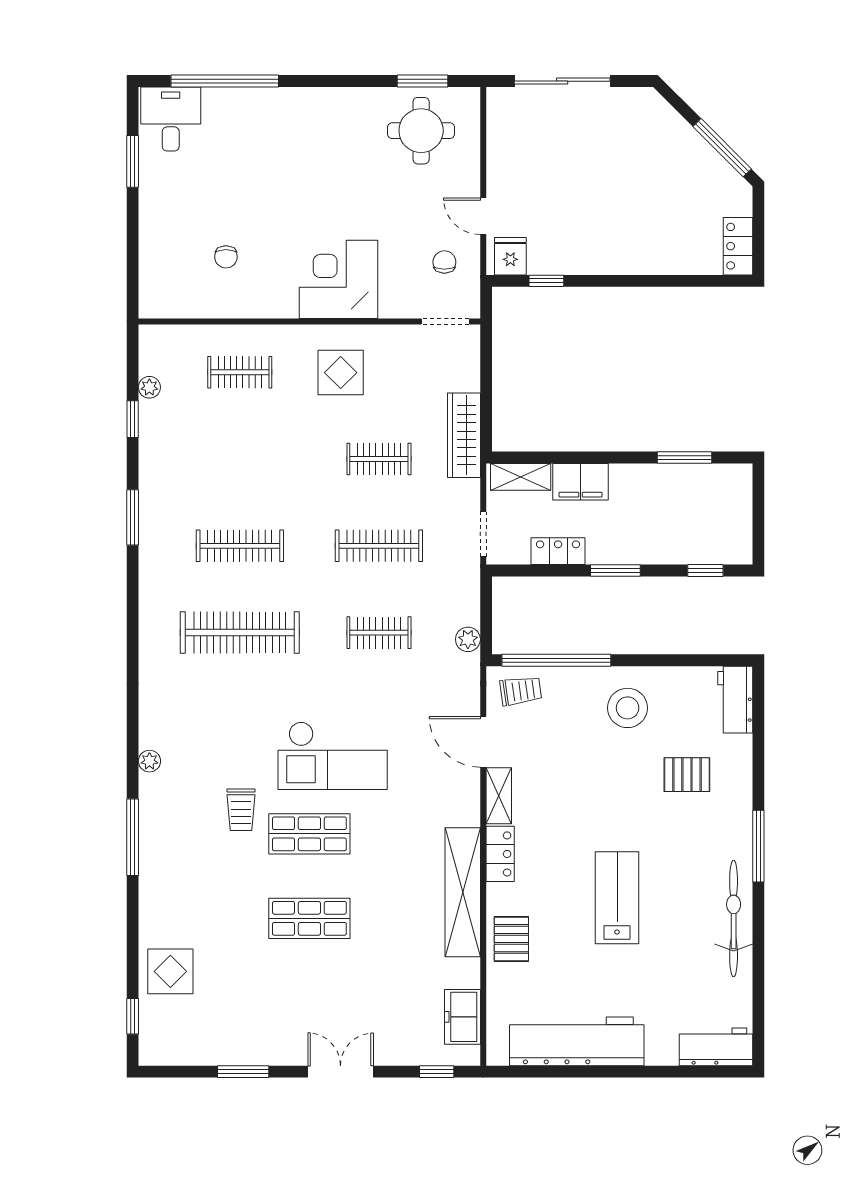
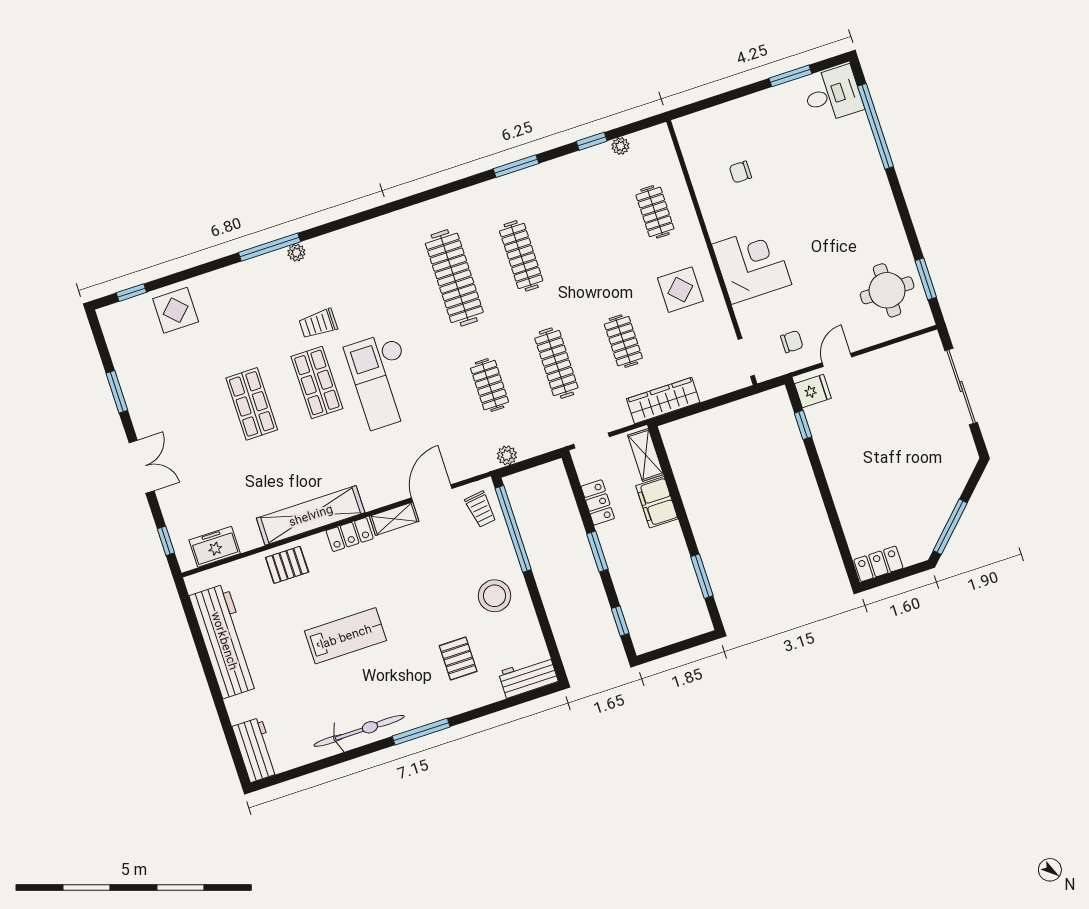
plant: (149, 761) -> (296, 253), moved

